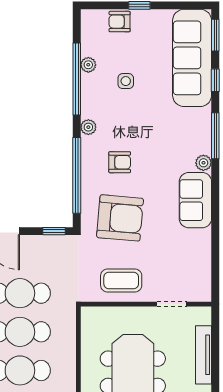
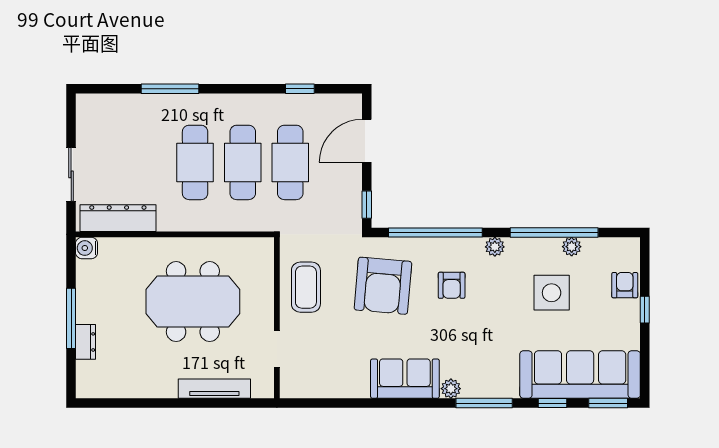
side table: (126, 81) -> (552, 293), width x1.87, depth x1.87

